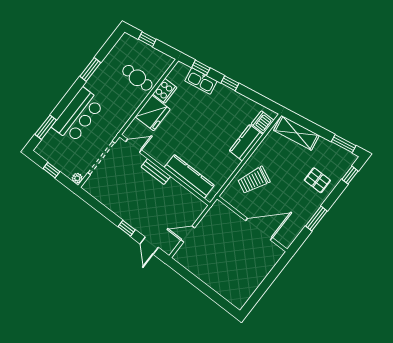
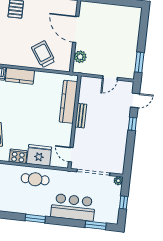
cafe table: (137, 78) -> (35, 179), moved, turned 90
bench: (156, 172) -> (81, 116), moved
trolley: (254, 180) -> (43, 54), turned -149
plant: (228, 216) -> (80, 57), added
door: (188, 234) -> (110, 78), hinge flipped
window: (186, 274) -> (139, 62), added

